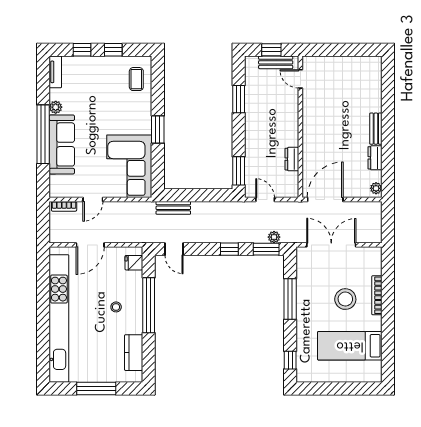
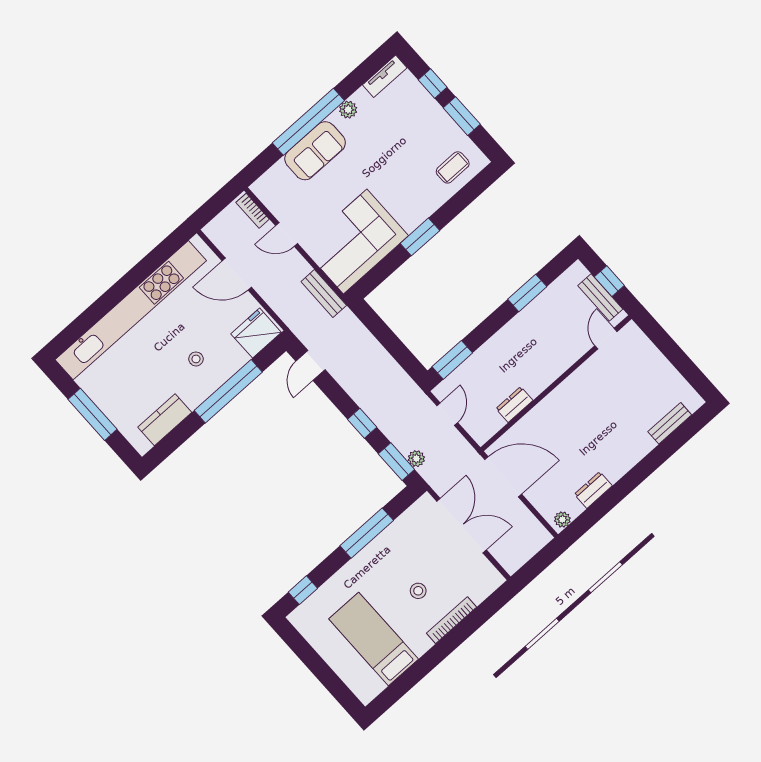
window: (113, 50) -> (462, 116), width x1.50
bench: (376, 129) -> (670, 423), moved
sofa: (62, 144) -> (315, 151), width x0.73
bench: (173, 208) -> (324, 294), moved
fridge: (134, 263) -> (256, 333), width x1.88, depth x1.34
stool: (345, 299) -> (418, 591), width x0.53, depth x0.53

